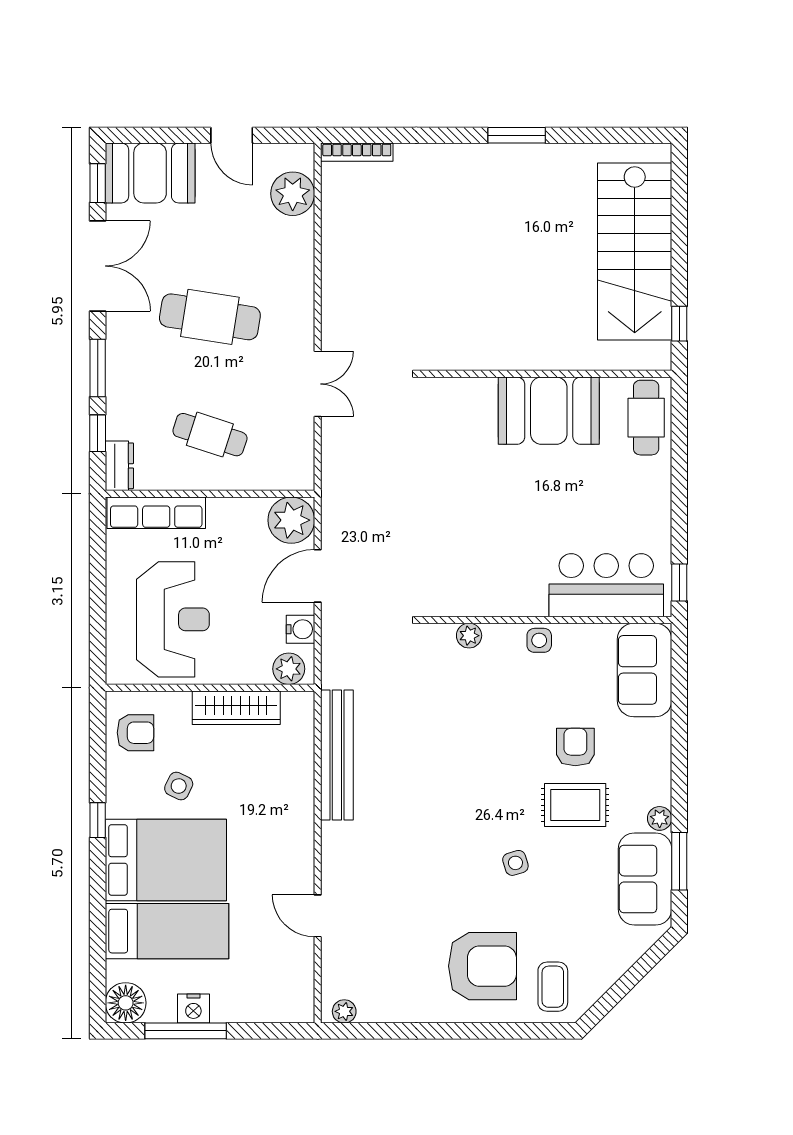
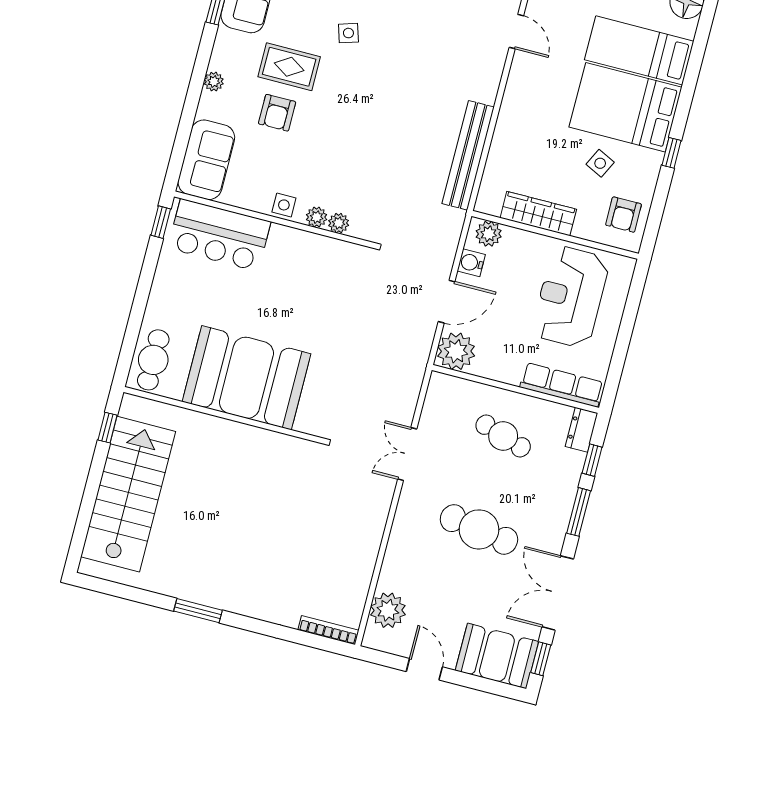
booth: (549, 411) -> (246, 378), width x1.36, depth x1.42
plant: (497, 636) -> (317, 217), added
armchair: (135, 733) -> (624, 215), turned -90
plant: (660, 818) -> (214, 82), moved

